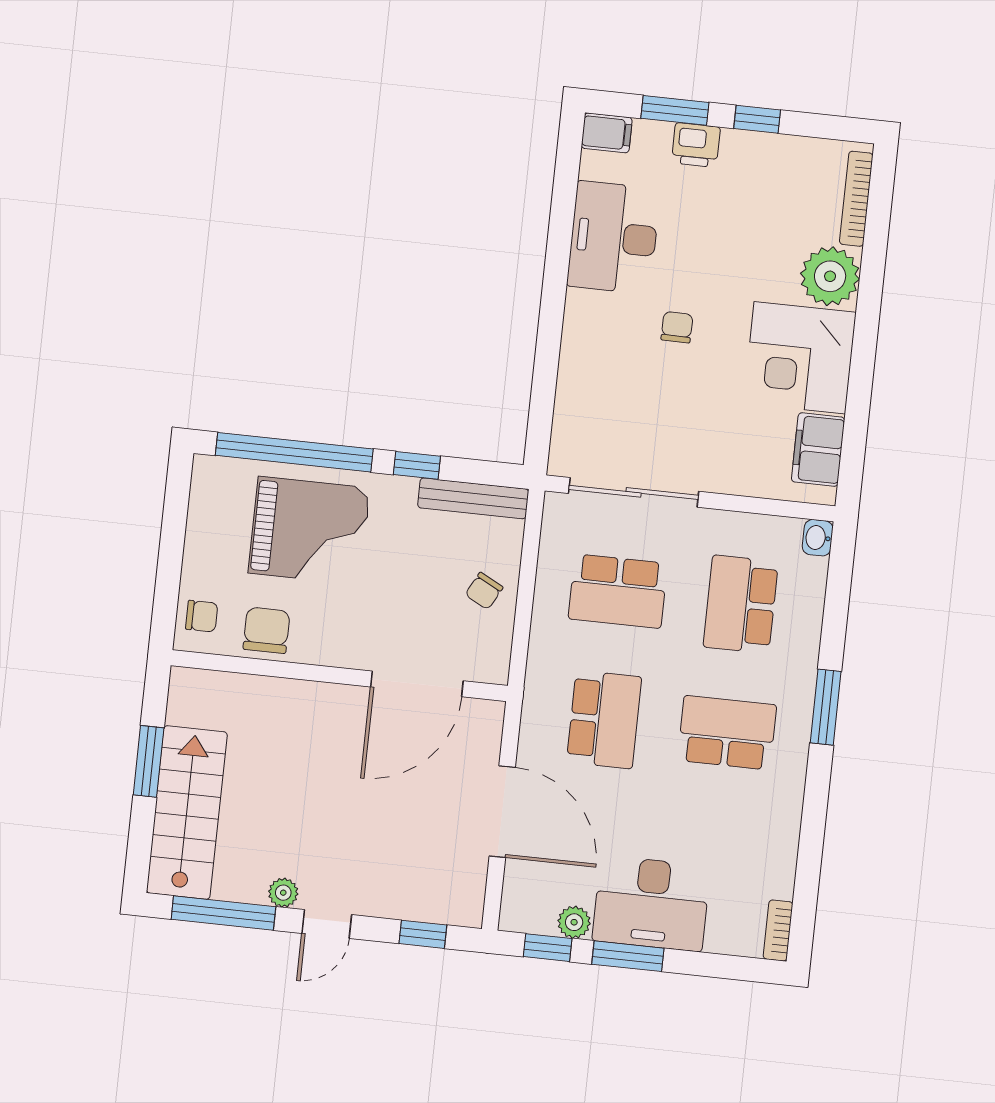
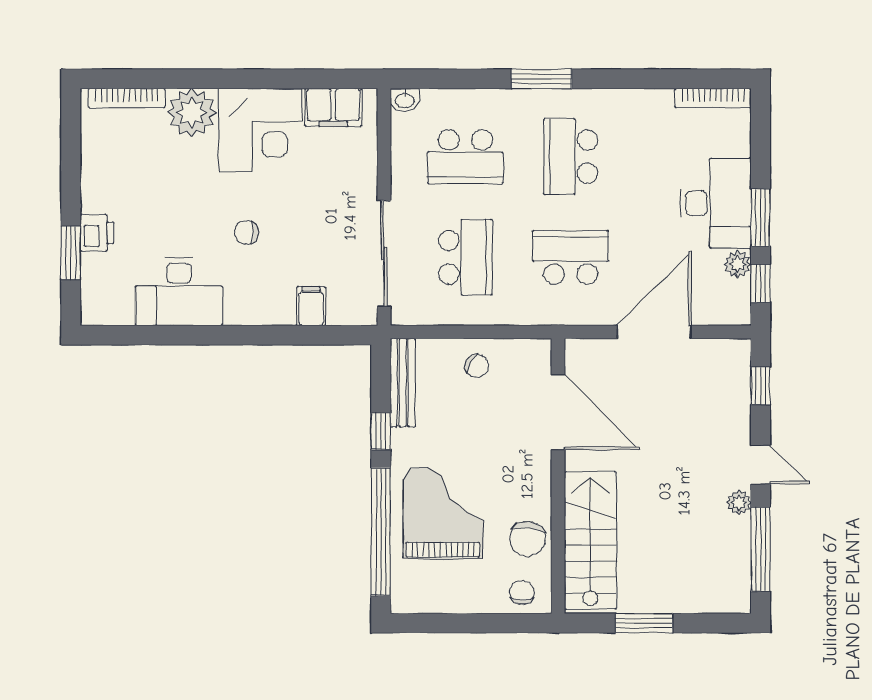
window: (757, 119) -> (71, 185), removed
filing cabinet: (607, 133) -> (311, 306), moved
chair: (266, 630) -> (528, 539), turned -83
stairs: (187, 812) -> (590, 540), moved, turned 90
bookcase: (778, 930) -> (713, 98), width x1.56

